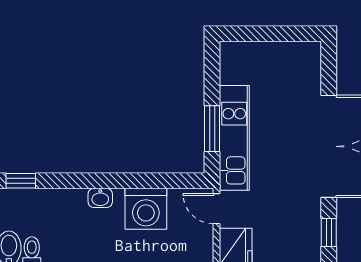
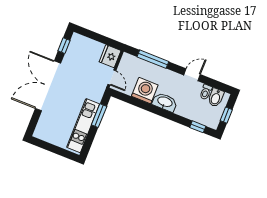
kitchen unit: (234, 138) -> (83, 126), moved
washbasin: (100, 198) -> (165, 102), width x1.91, depth x1.45

